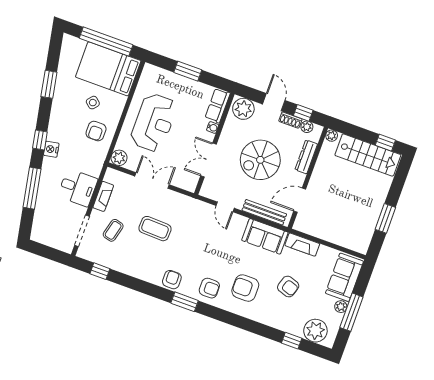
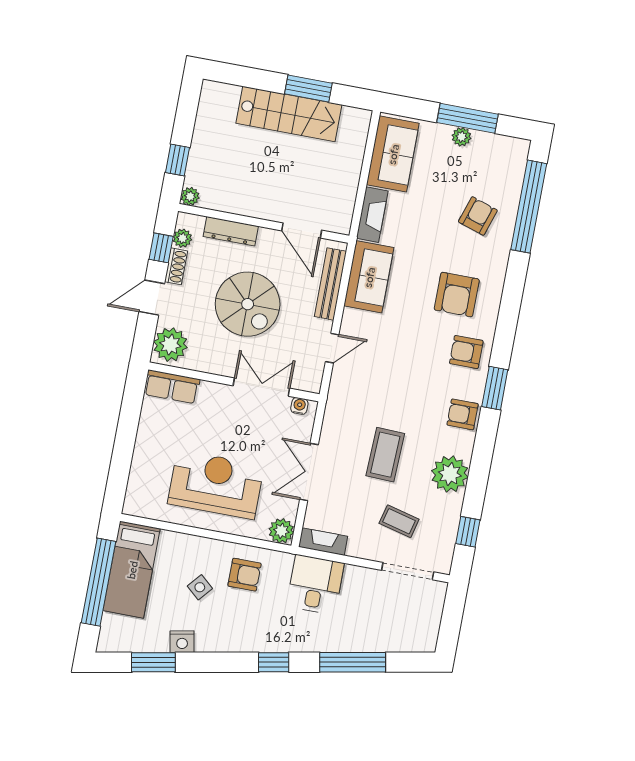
bed: (108, 69) -> (132, 570), width x0.67
window: (188, 71) -> (124, 444), removed
window: (49, 84) -> (153, 662), moved
water cooler: (213, 128) -> (299, 406), moved
window: (385, 143) -> (178, 160), moved
nightstand: (51, 149) -> (182, 642), moved
stairs: (368, 155) -> (289, 114), moved, turned 90
double door: (208, 160) -> (261, 387), swing flipped
desk: (78, 188) -> (315, 585), moved
fireplace: (103, 196) -> (323, 542), moved
sofa: (344, 277) -> (393, 154), moved, turned -90
armchair: (288, 287) -> (478, 216), moved
armchair: (209, 288) -> (466, 352), turned -90
plant: (315, 331) -> (450, 474), moved
window: (292, 341) -> (529, 207), width x3.17

